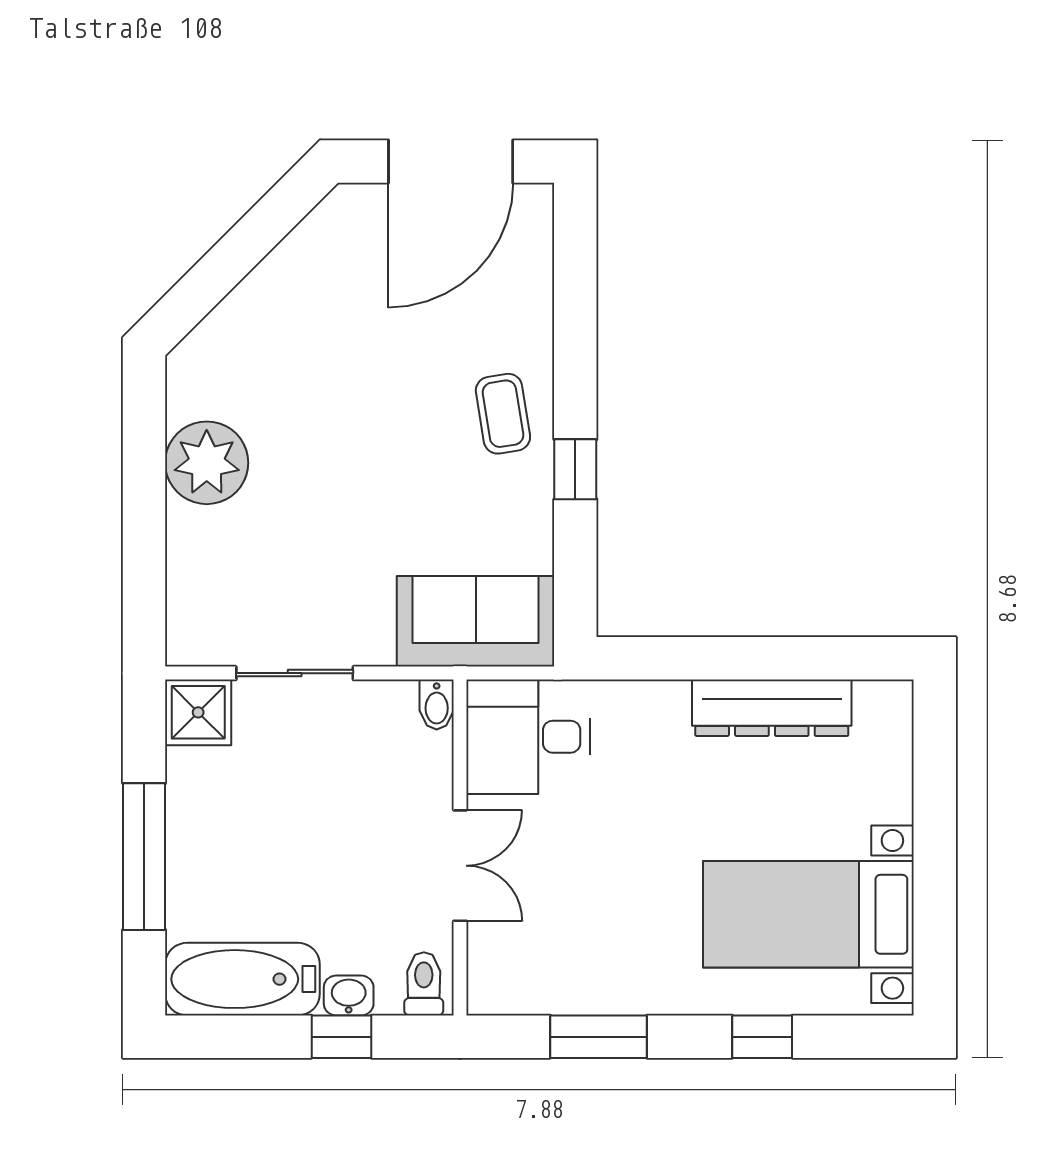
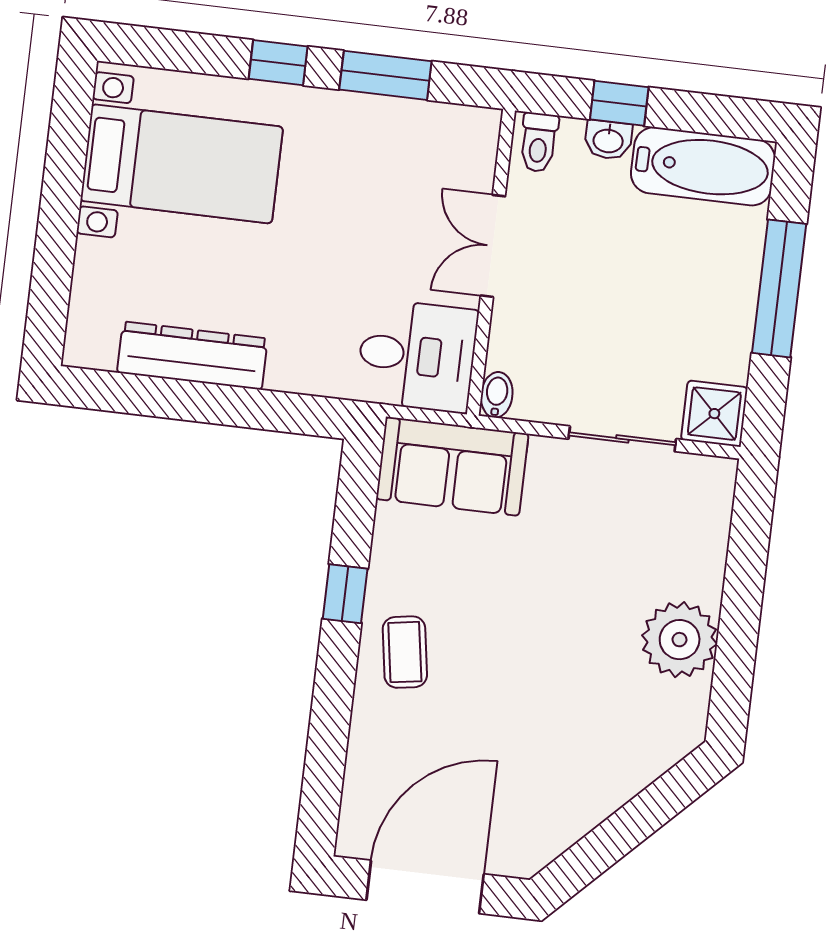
window: (762, 1037) -> (278, 63), moved

